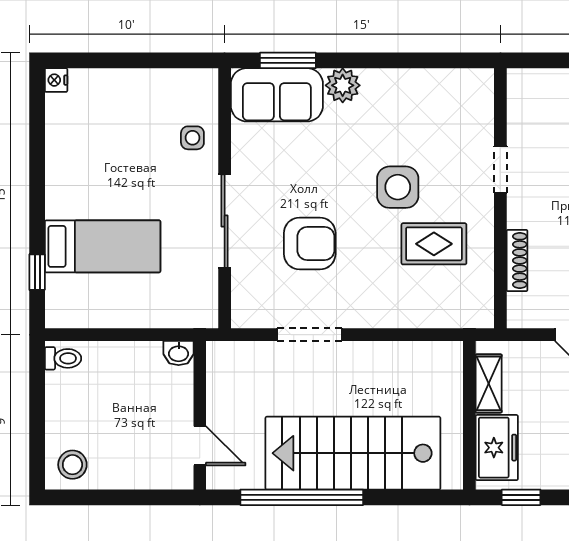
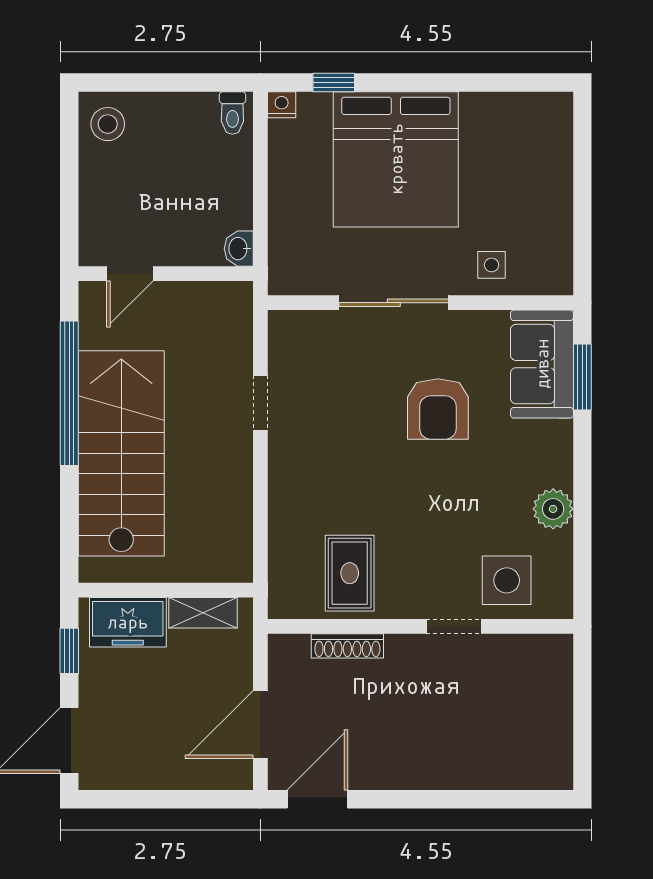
nightstand: (56, 80) -> (282, 105), moved
plant: (343, 85) -> (553, 509), moved
side table: (398, 187) -> (507, 580), moved
armchair: (310, 243) -> (438, 409), moved
rug: (434, 244) -> (350, 573), moved
bed: (103, 246) -> (396, 159), width x2.04
doorway: (310, 335) -> (260, 403), width x0.73

